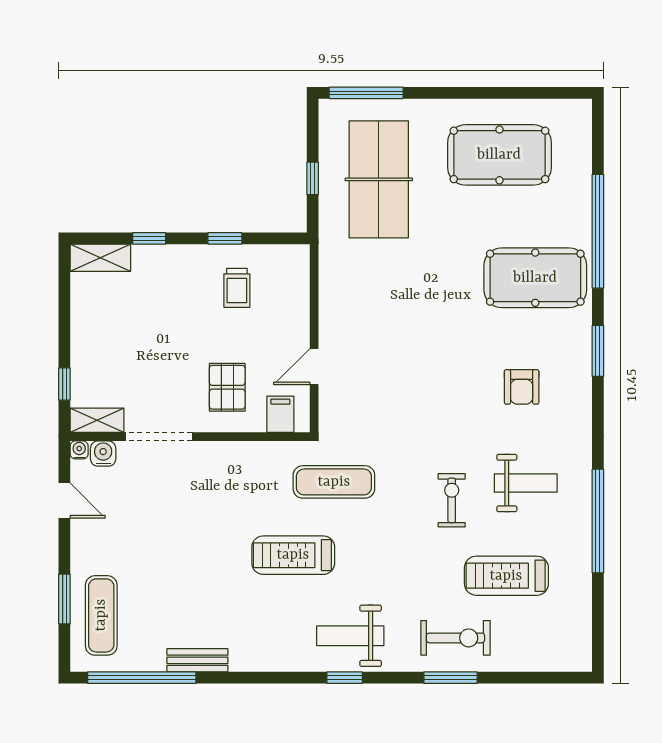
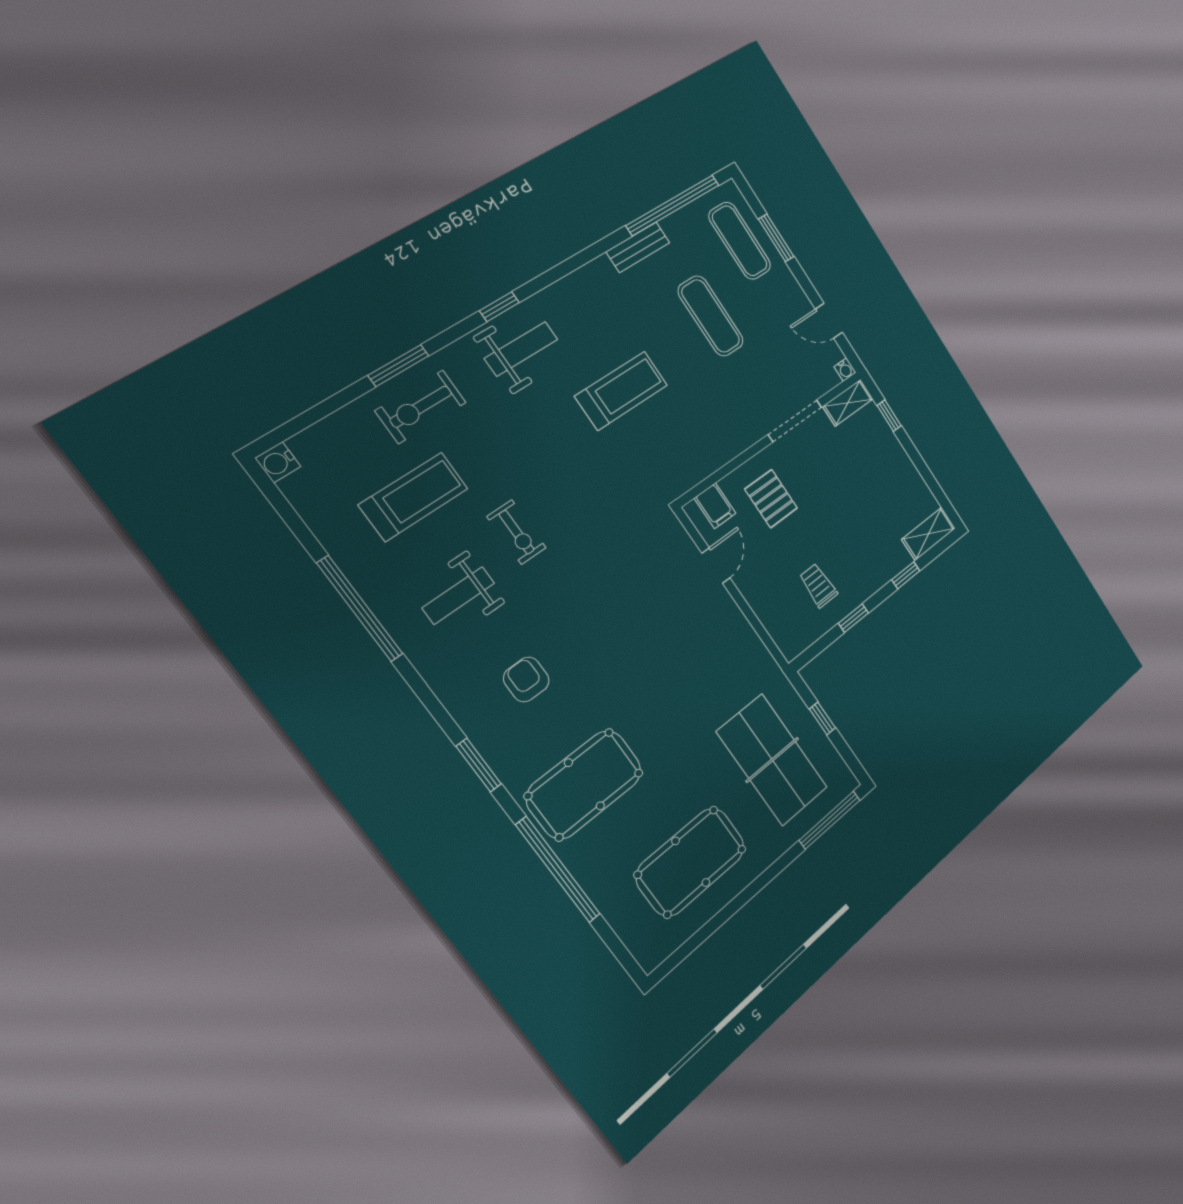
water cooler: (103, 454) -> (278, 462), moved, turned 90
exercise mat: (334, 482) -> (711, 316), moved, turned 90

